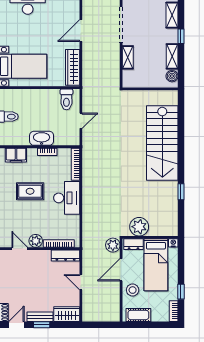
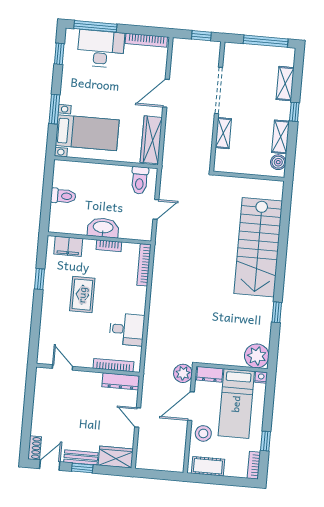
rug: (30, 191) -> (82, 295), turned 90
desk: (67, 198) -> (127, 329), moved, width x0.73
plant: (139, 227) -> (257, 356), moved
plant: (36, 241) -> (84, 359), removed

